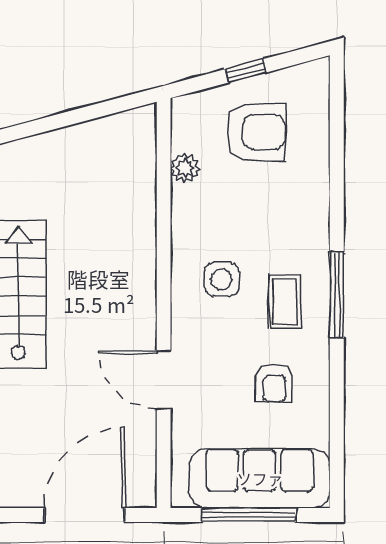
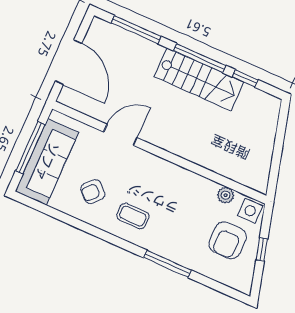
side table: (221, 279) -> (250, 211), moved
window: (337, 295) -> (168, 264), moved
armchair: (274, 383) -> (93, 192), turned -47

